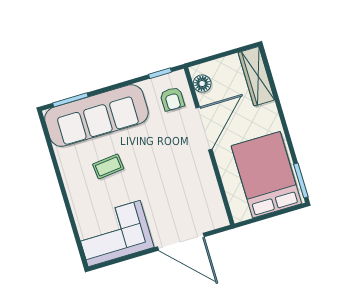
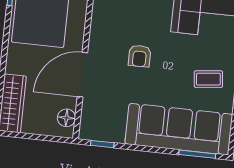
armchair: (172, 99) -> (140, 56), moved, turned 180
coffee table: (108, 166) -> (208, 79), moved

